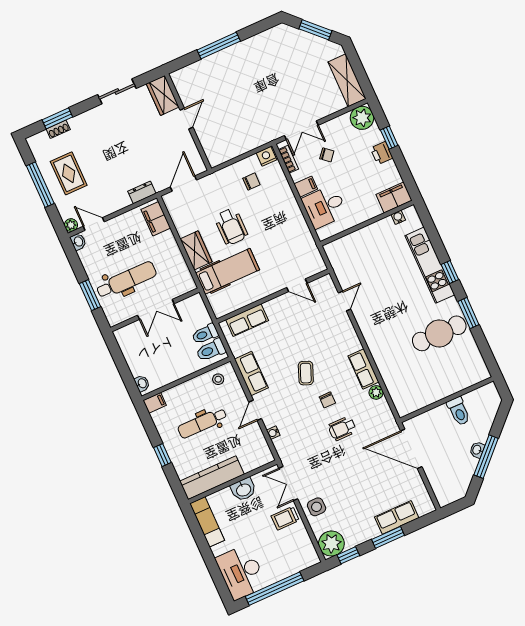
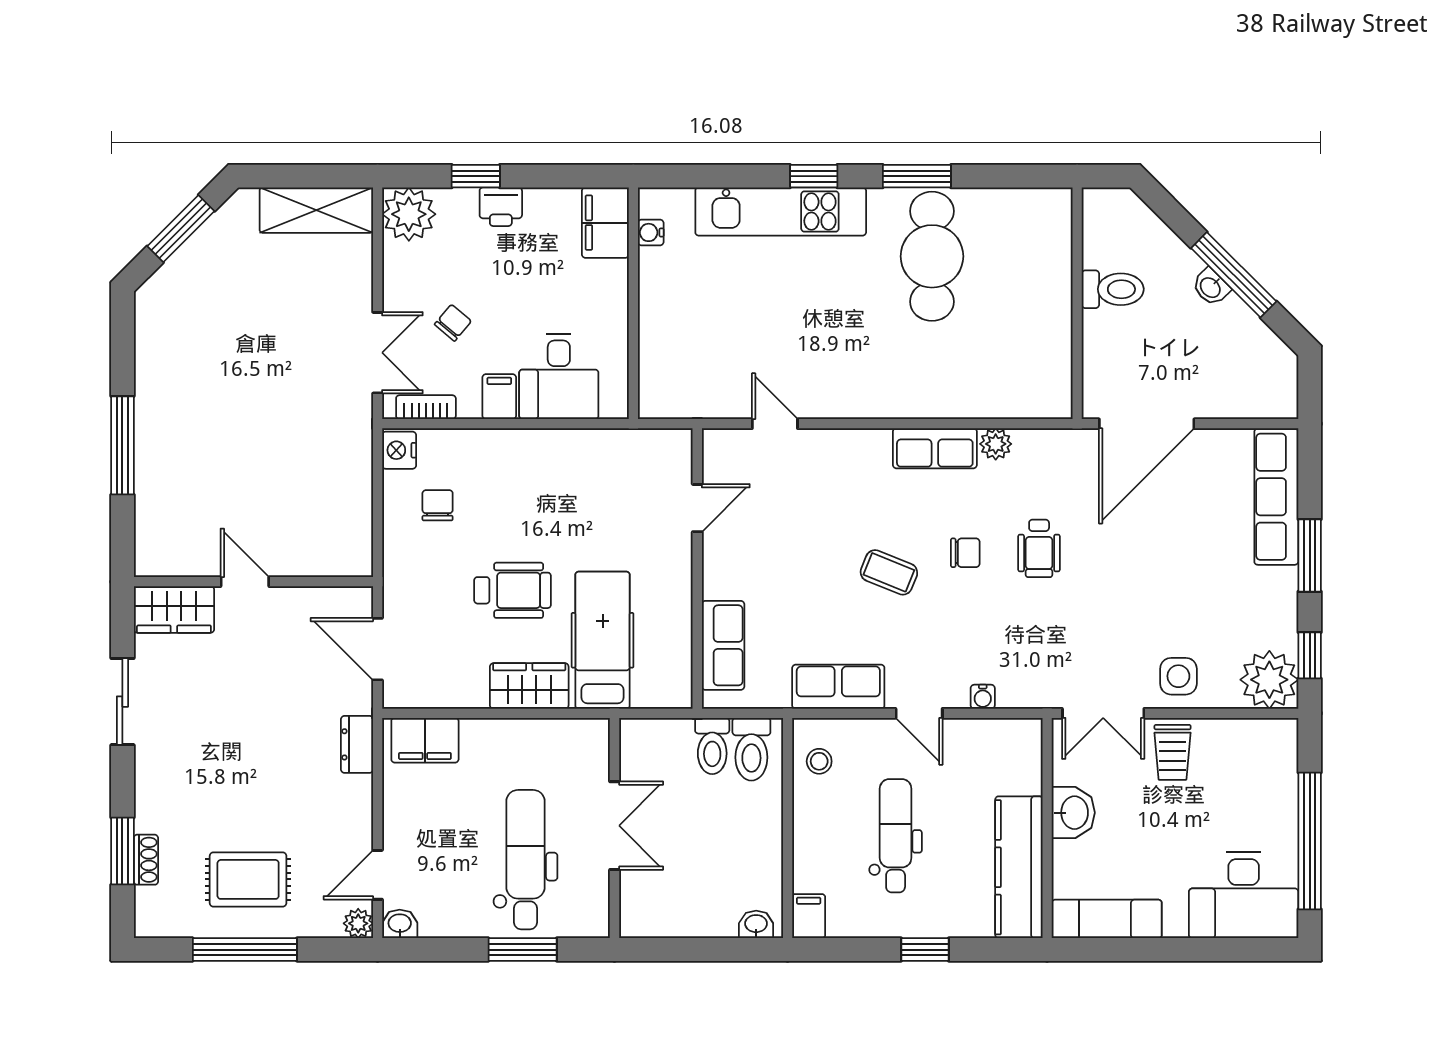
dental chair: (202, 423) -> (896, 836), turned 180
row of seats: (397, 517) -> (1276, 497), width x1.48

